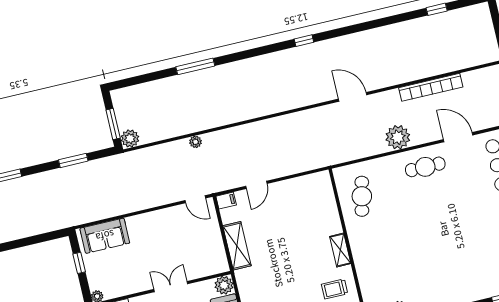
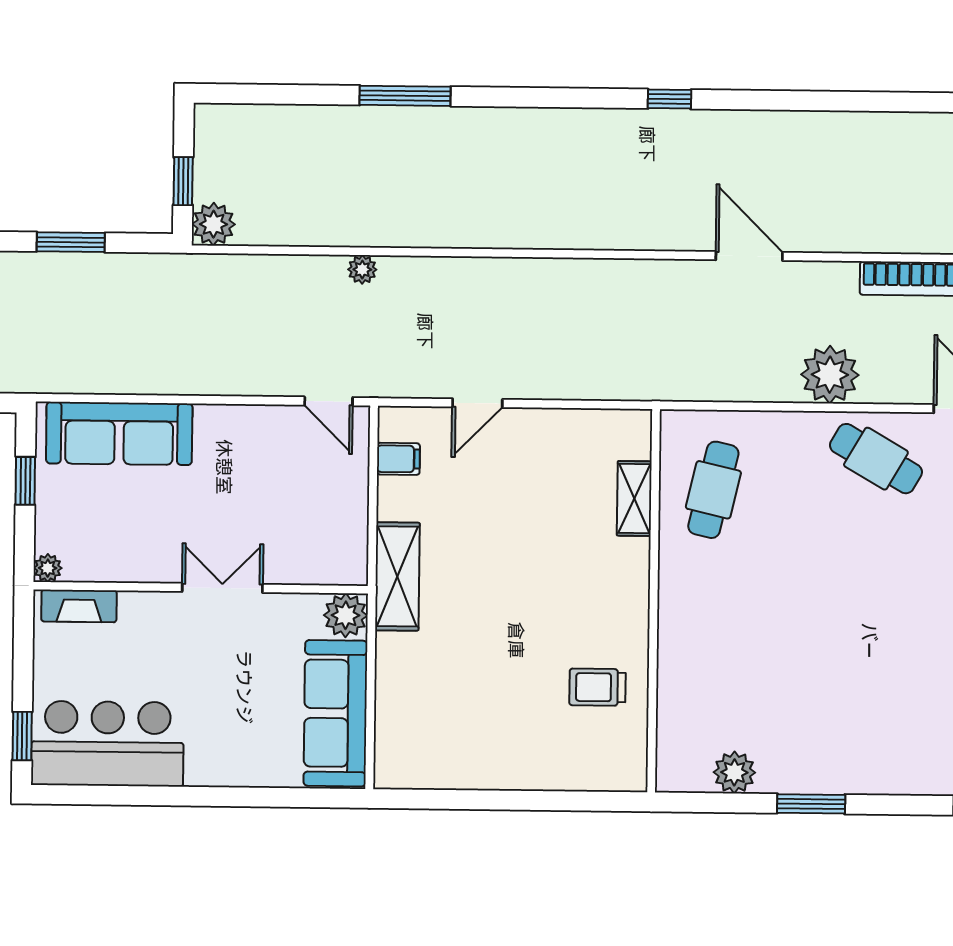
window: (113, 124) -> (183, 181), width x0.67
cafe table: (425, 167) -> (876, 459), turned 30
filing cabinet: (226, 201) -> (398, 459), moved
sofa: (105, 236) -> (119, 433), width x1.36
shelving: (237, 246) -> (397, 576), moved
shelving: (340, 250) -> (634, 499), moved

